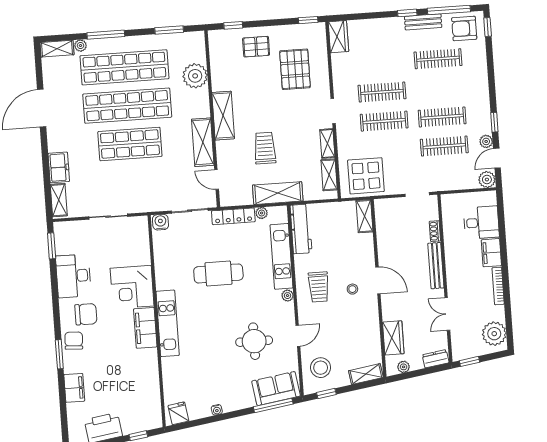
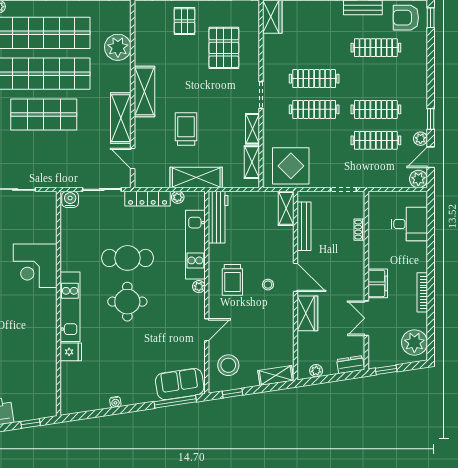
pallet: (256, 47) -> (184, 21), turned 90
filing cabinet: (491, 253) -> (378, 283), moved, turned 180
bench: (436, 266) -> (304, 226), moved
filing cabinet: (145, 328) -> (46, 310), removed
wardrobe: (393, 338) -> (307, 313), moved
round table: (254, 341) -> (127, 302), moved
fridge: (178, 413) -> (71, 352), moved, turned 99

